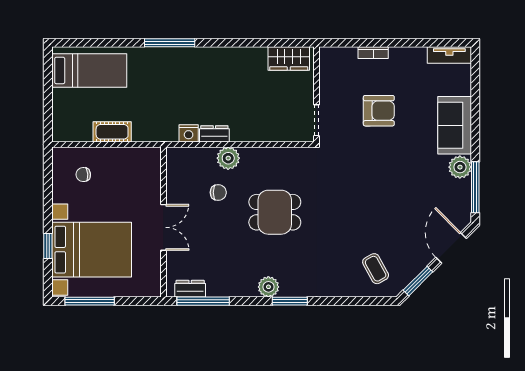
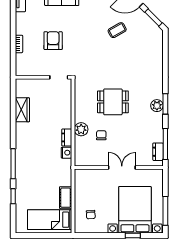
window: (115, 43) -> (13, 196), added
wardrobe: (289, 59) -> (22, 110), moved
bed: (89, 70) -> (50, 220), moved, turned -90
dining table: (275, 212) -> (113, 102), turned 90
coffee table: (376, 269) -> (117, 30), moved
window: (290, 301) -> (165, 104), moved

